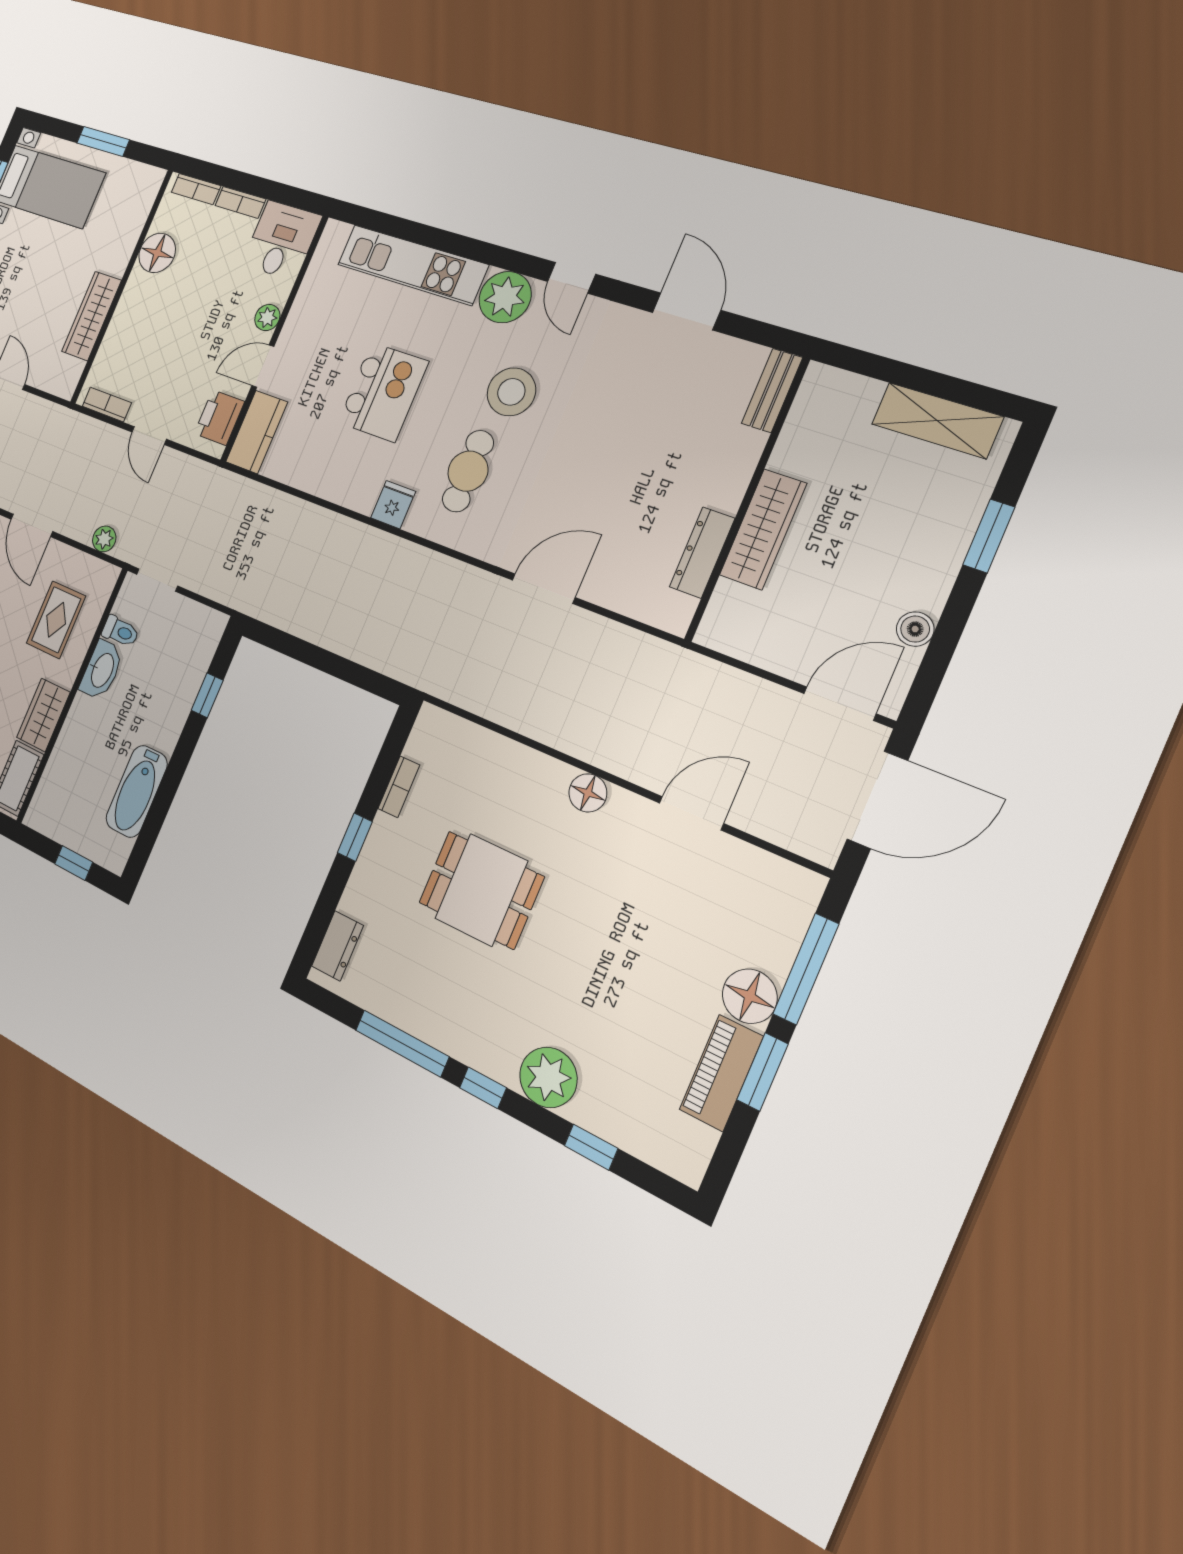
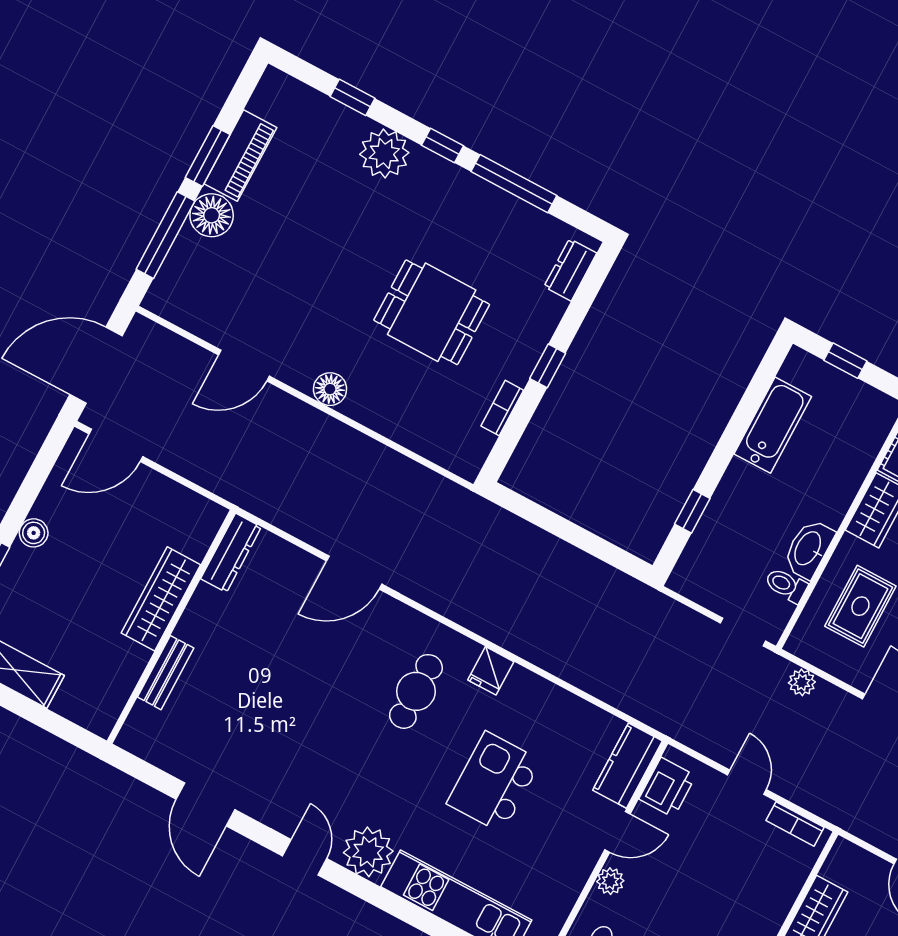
bench: (772, 391) -> (166, 673), moved
stool: (511, 392) -> (369, 760), removed
dresser: (702, 553) -> (231, 553), moved
boiler: (915, 629) -> (34, 533), moved

